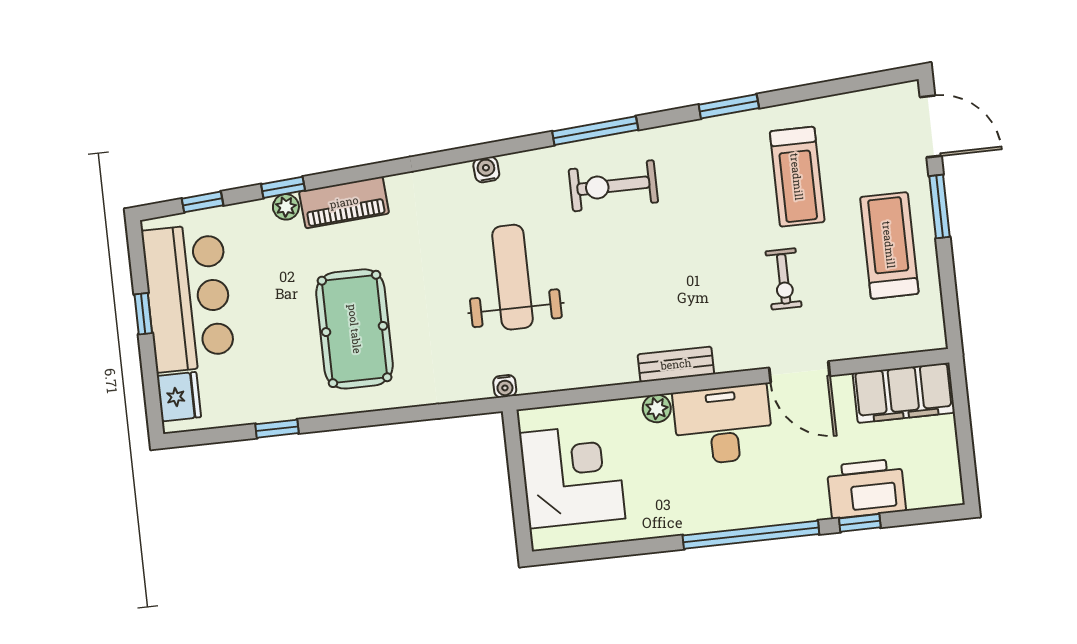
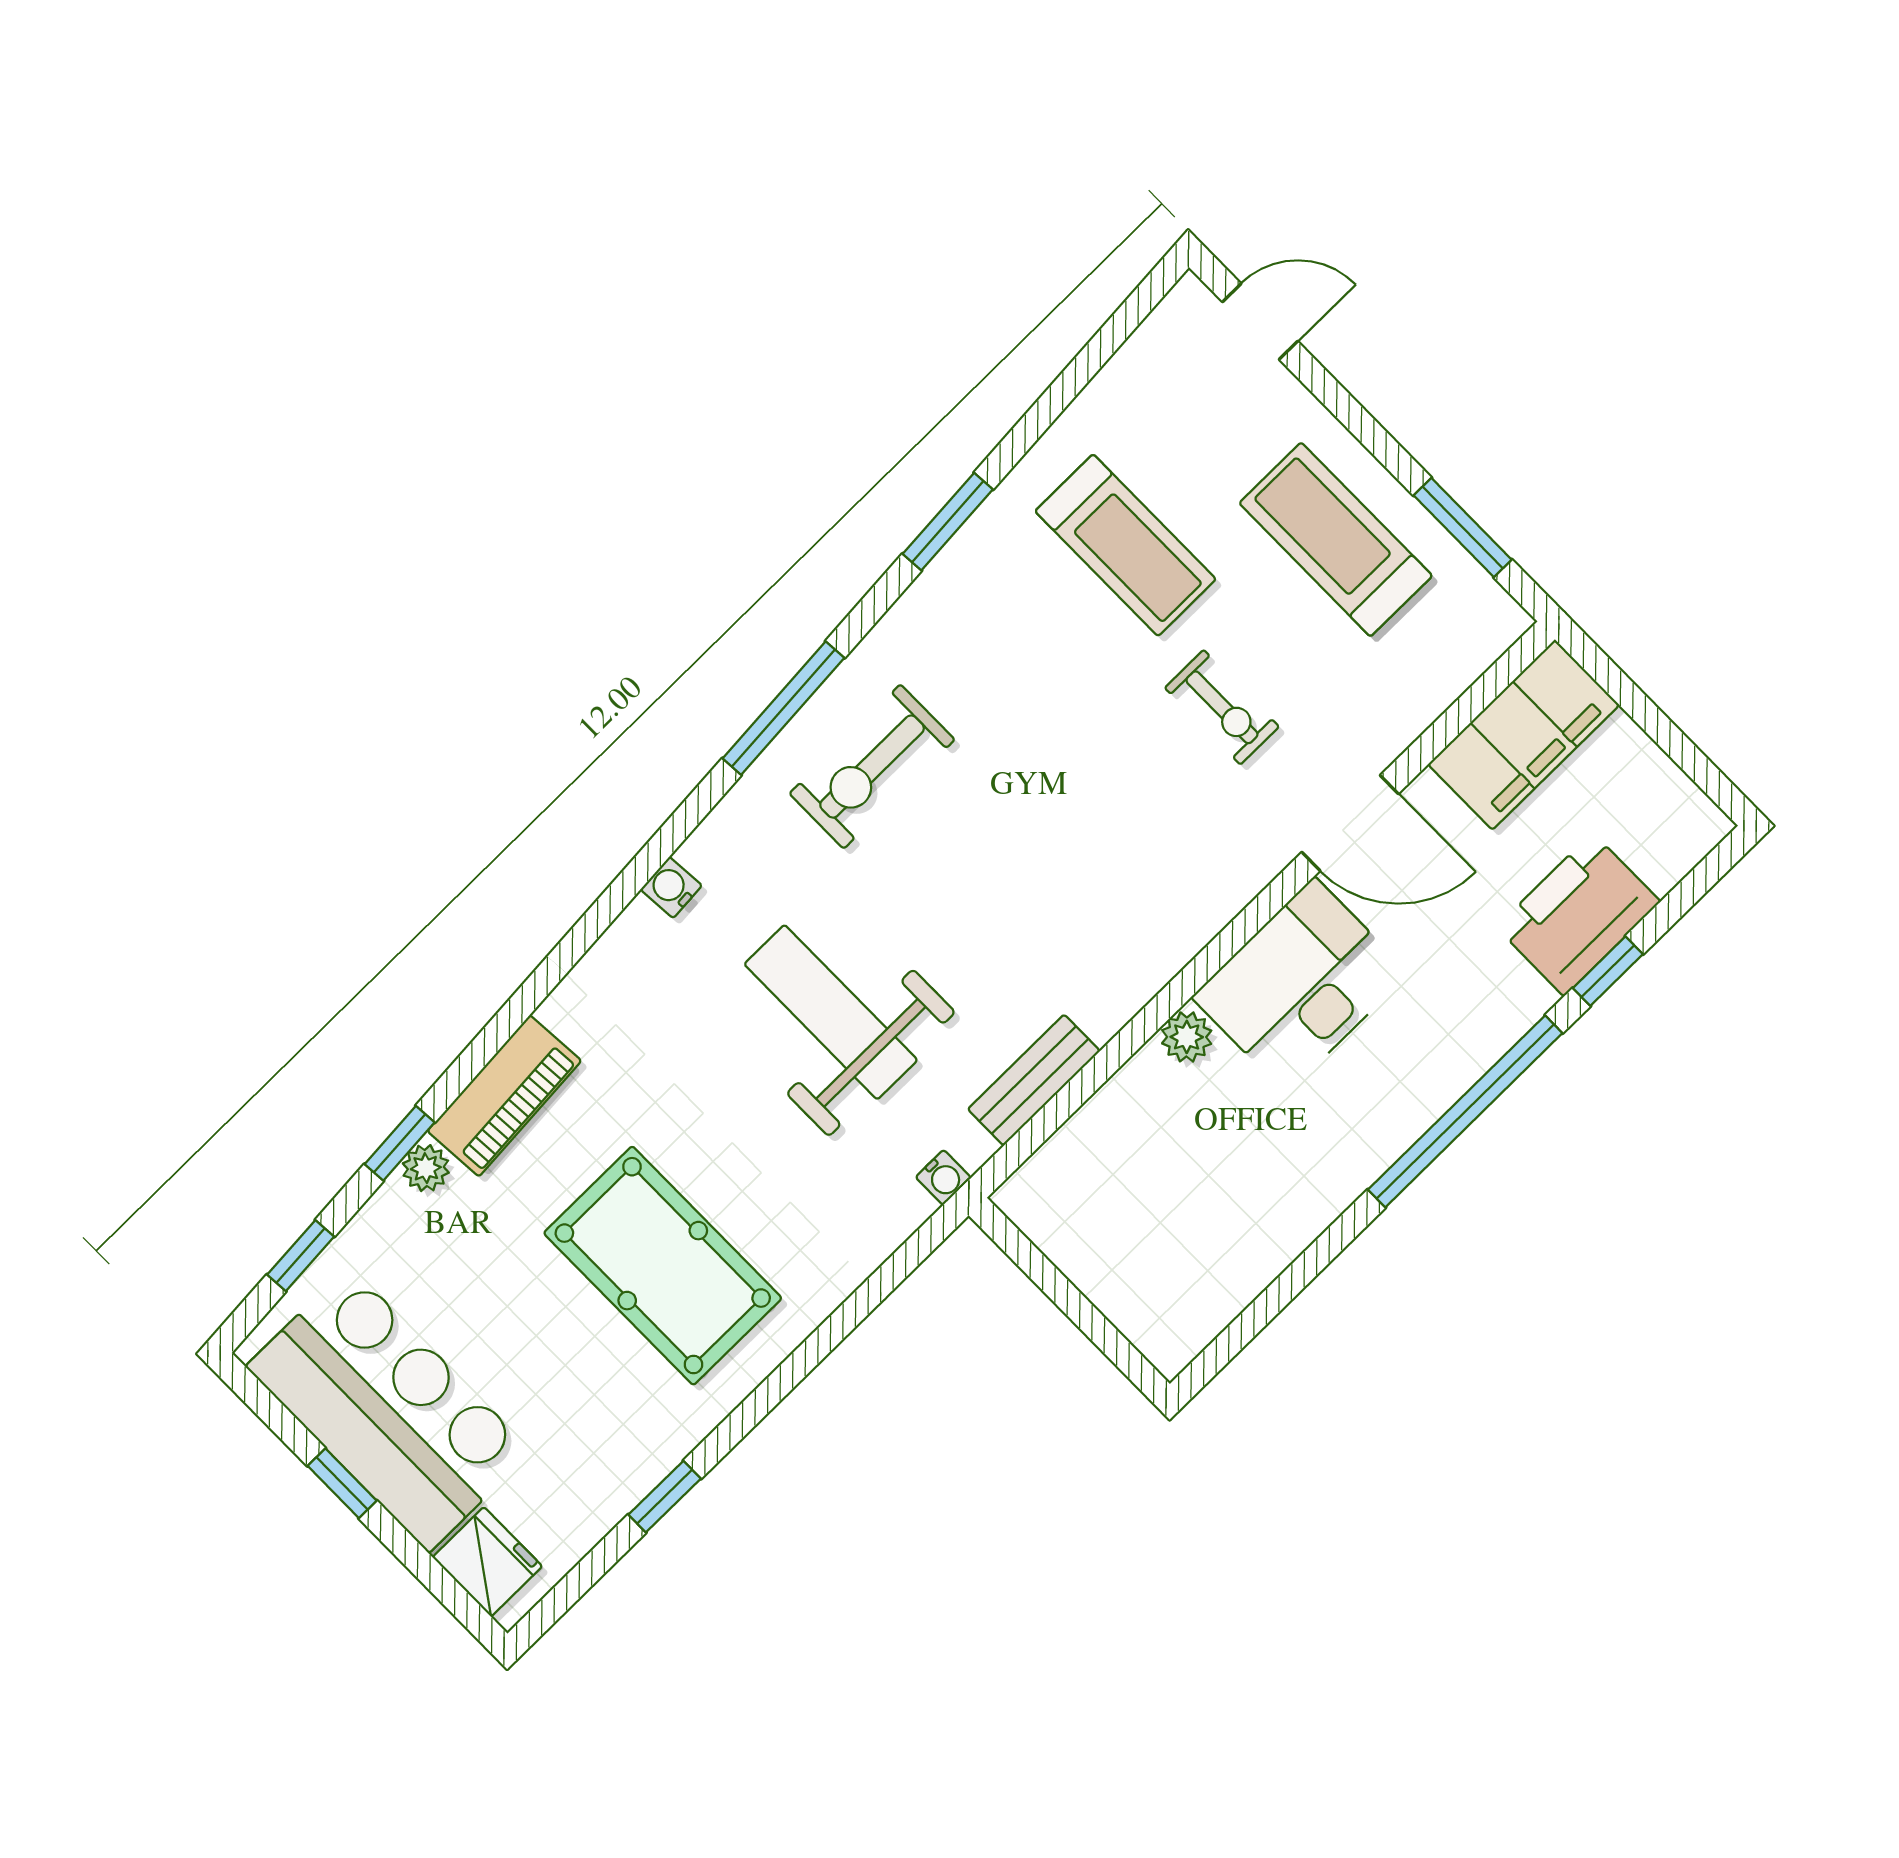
door: (931, 126) -> (1260, 321), width x0.73
window: (939, 207) -> (1463, 528), moved
bench: (676, 364) -> (1034, 1080), moved
corner desk: (572, 476) -> (1142, 1229), removed

